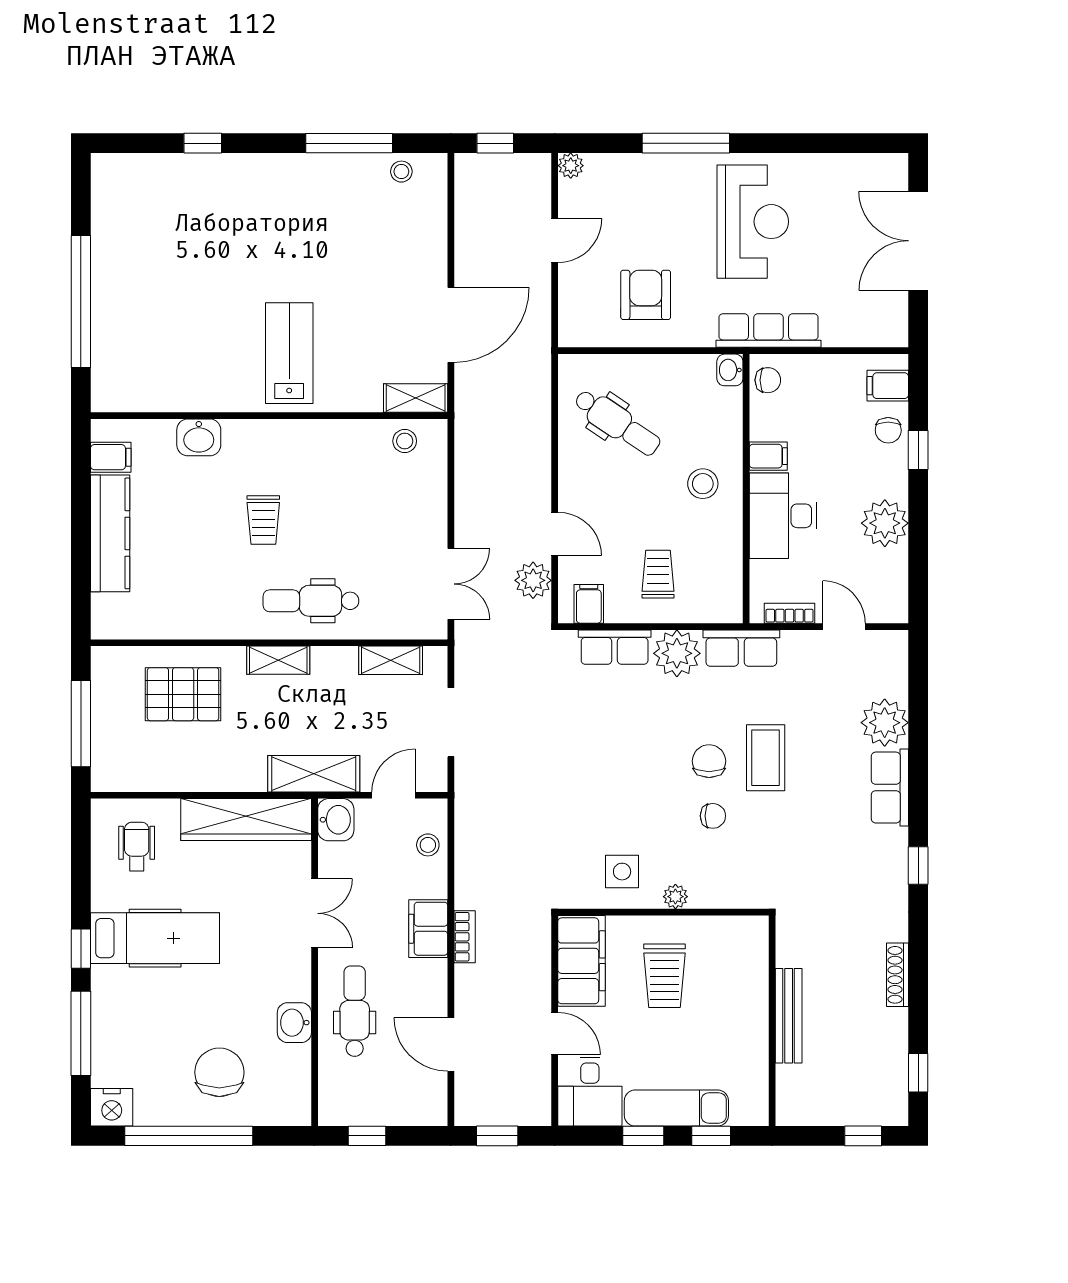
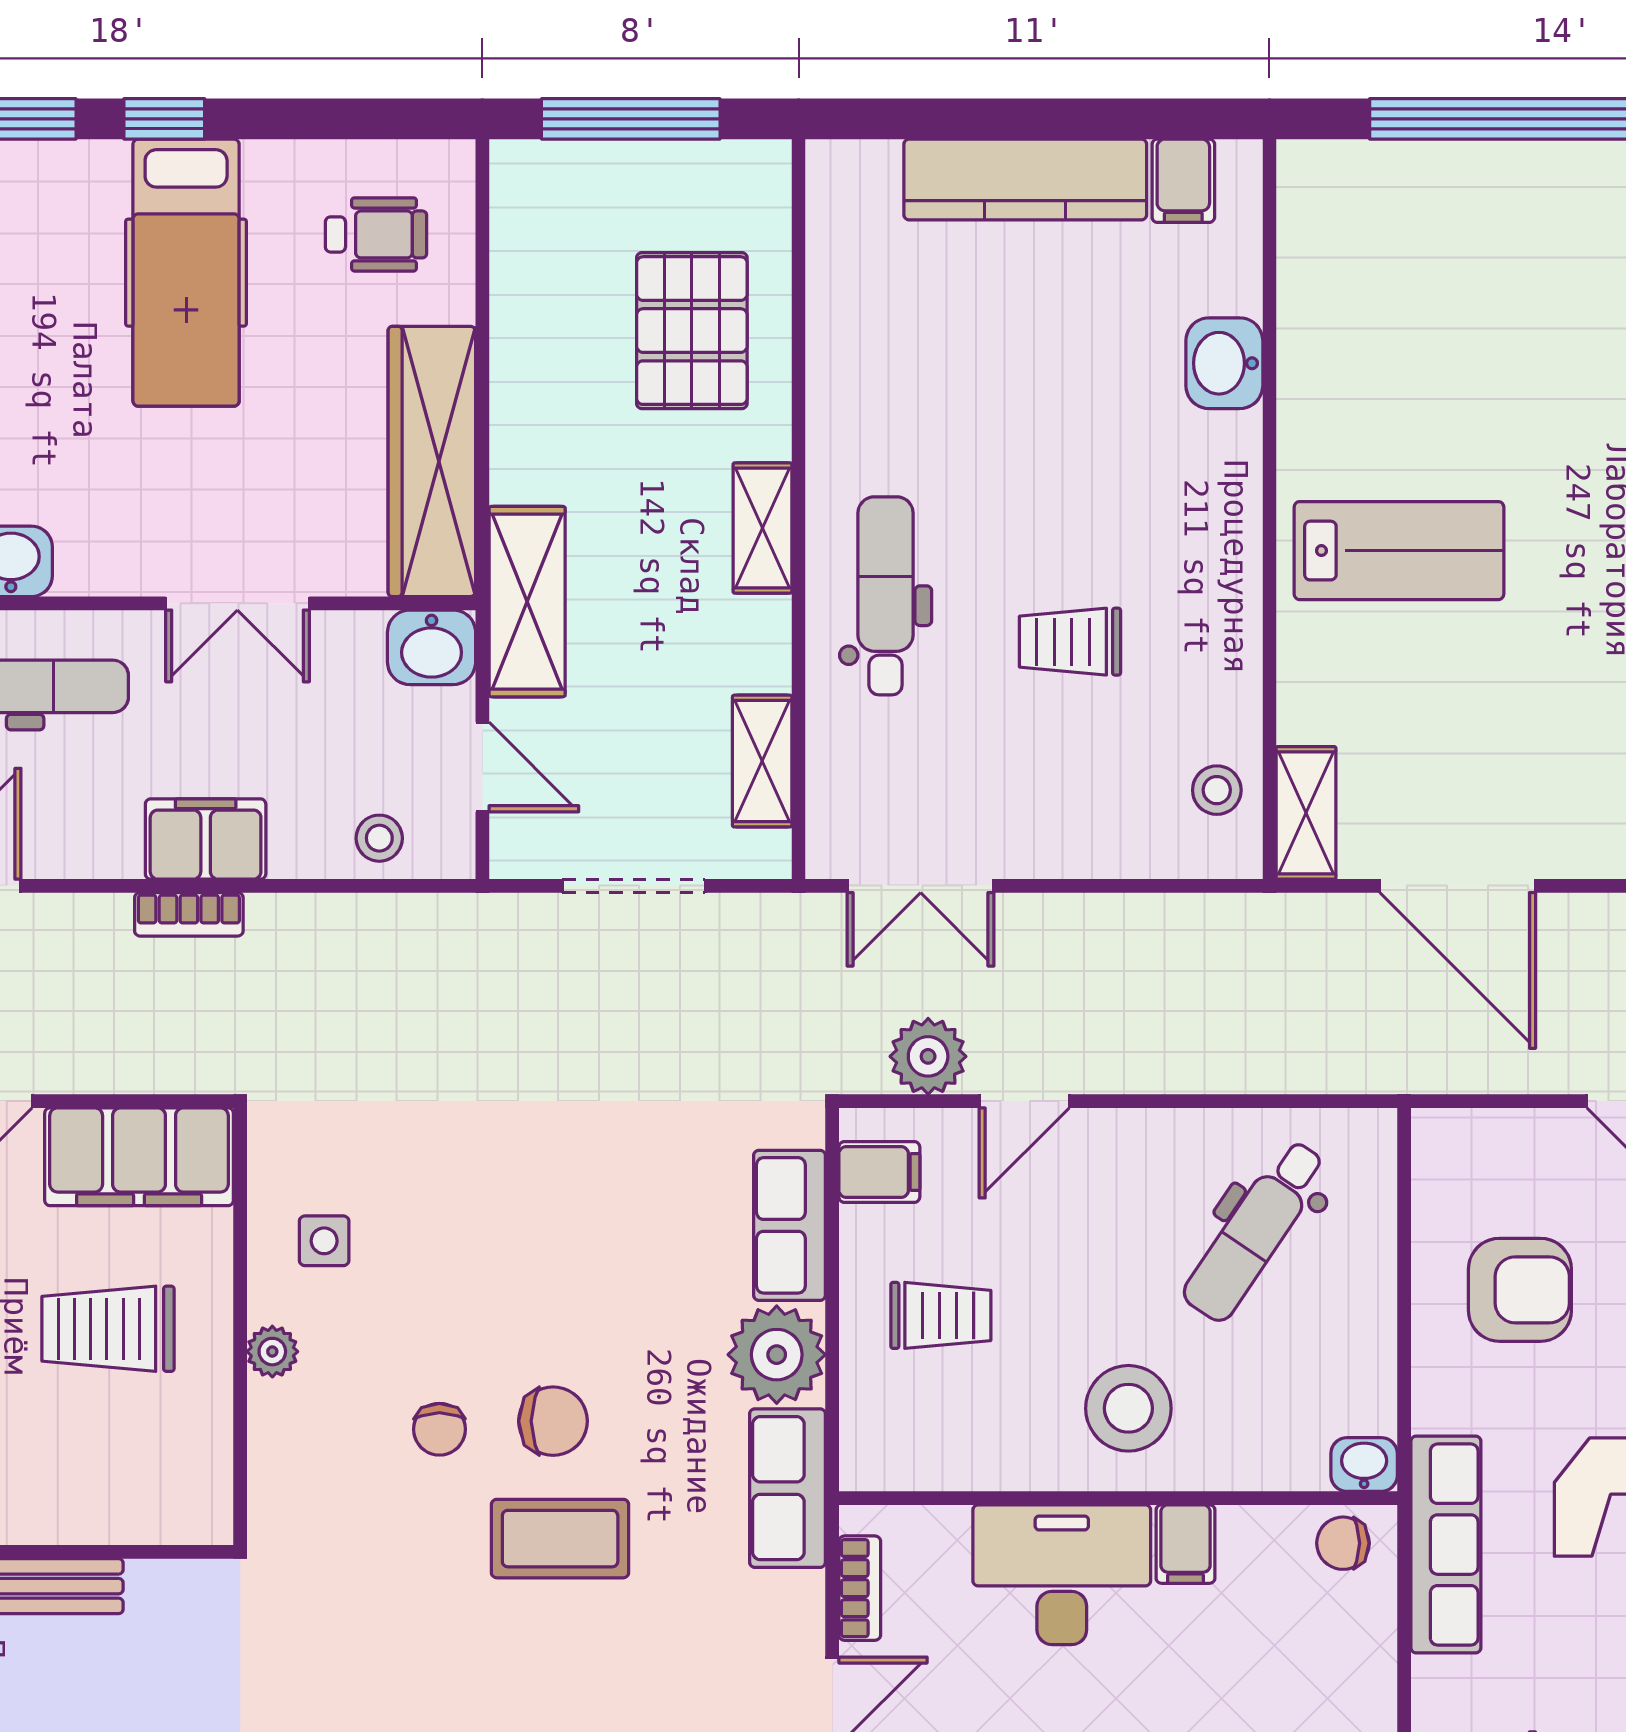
chair: (768, 380) -> (1343, 1543), turned 90
stool: (703, 484) -> (1128, 1408), width x1.38, depth x1.38
trolley: (263, 520) -> (1070, 642), moved
side table: (622, 872) -> (324, 1241), width x0.73, depth x0.73

